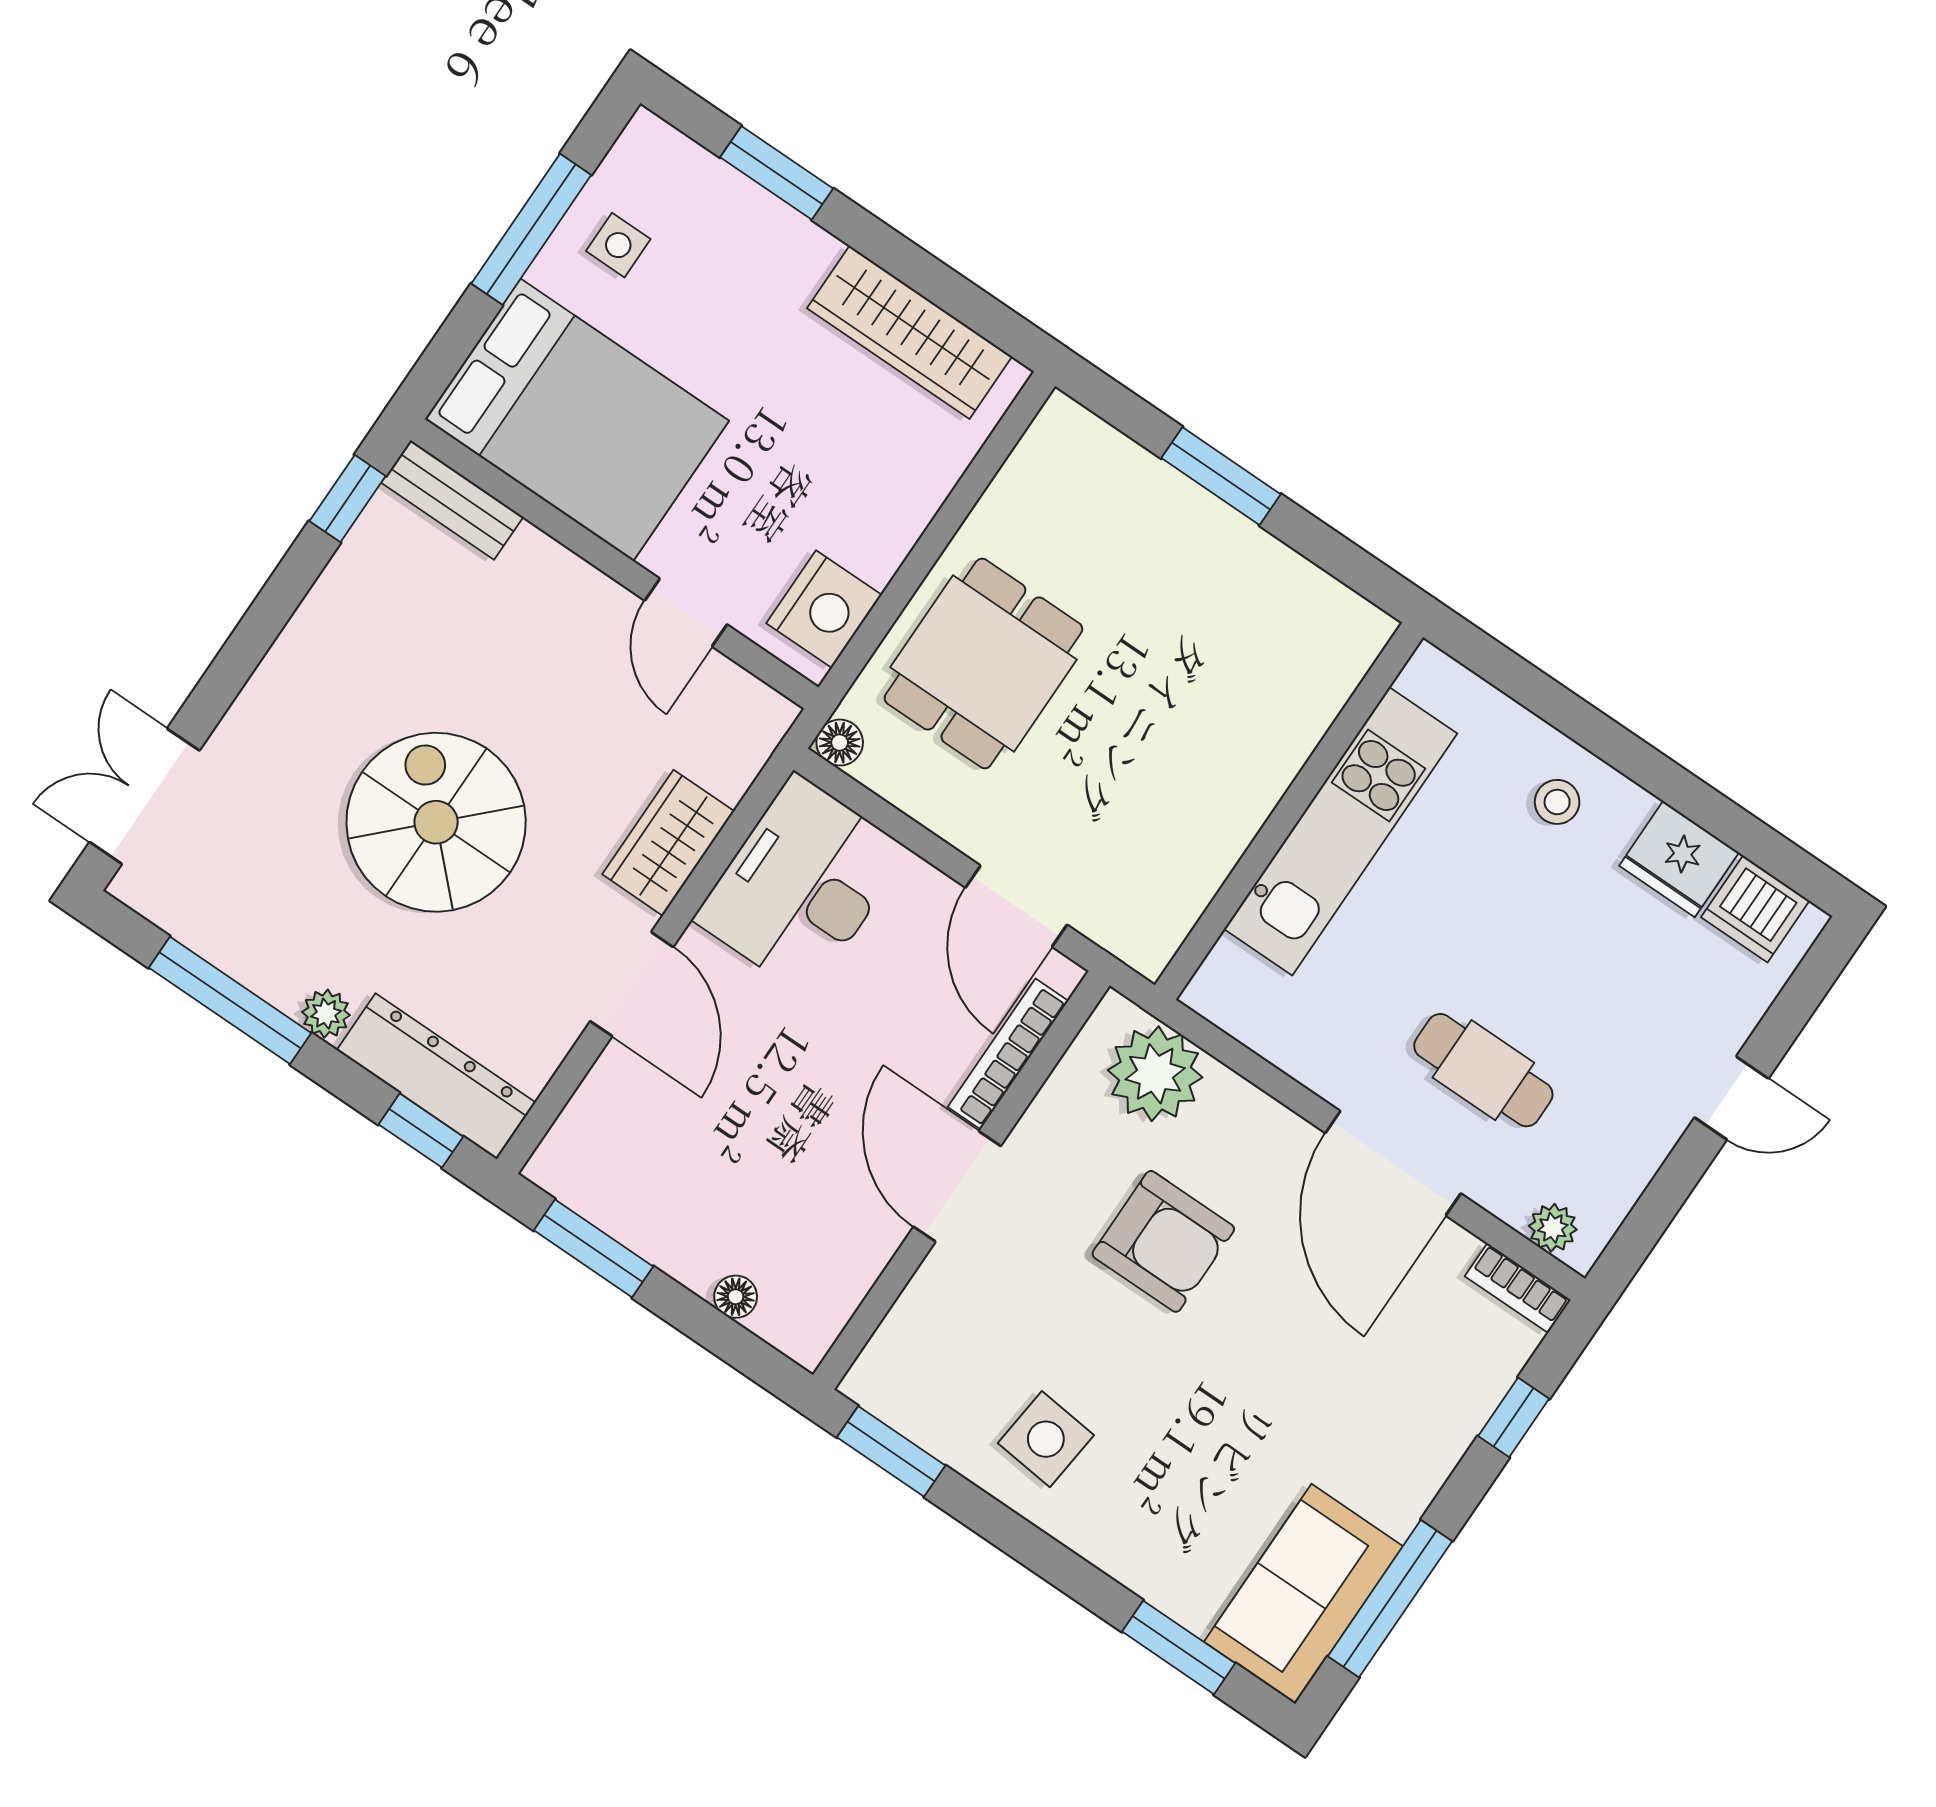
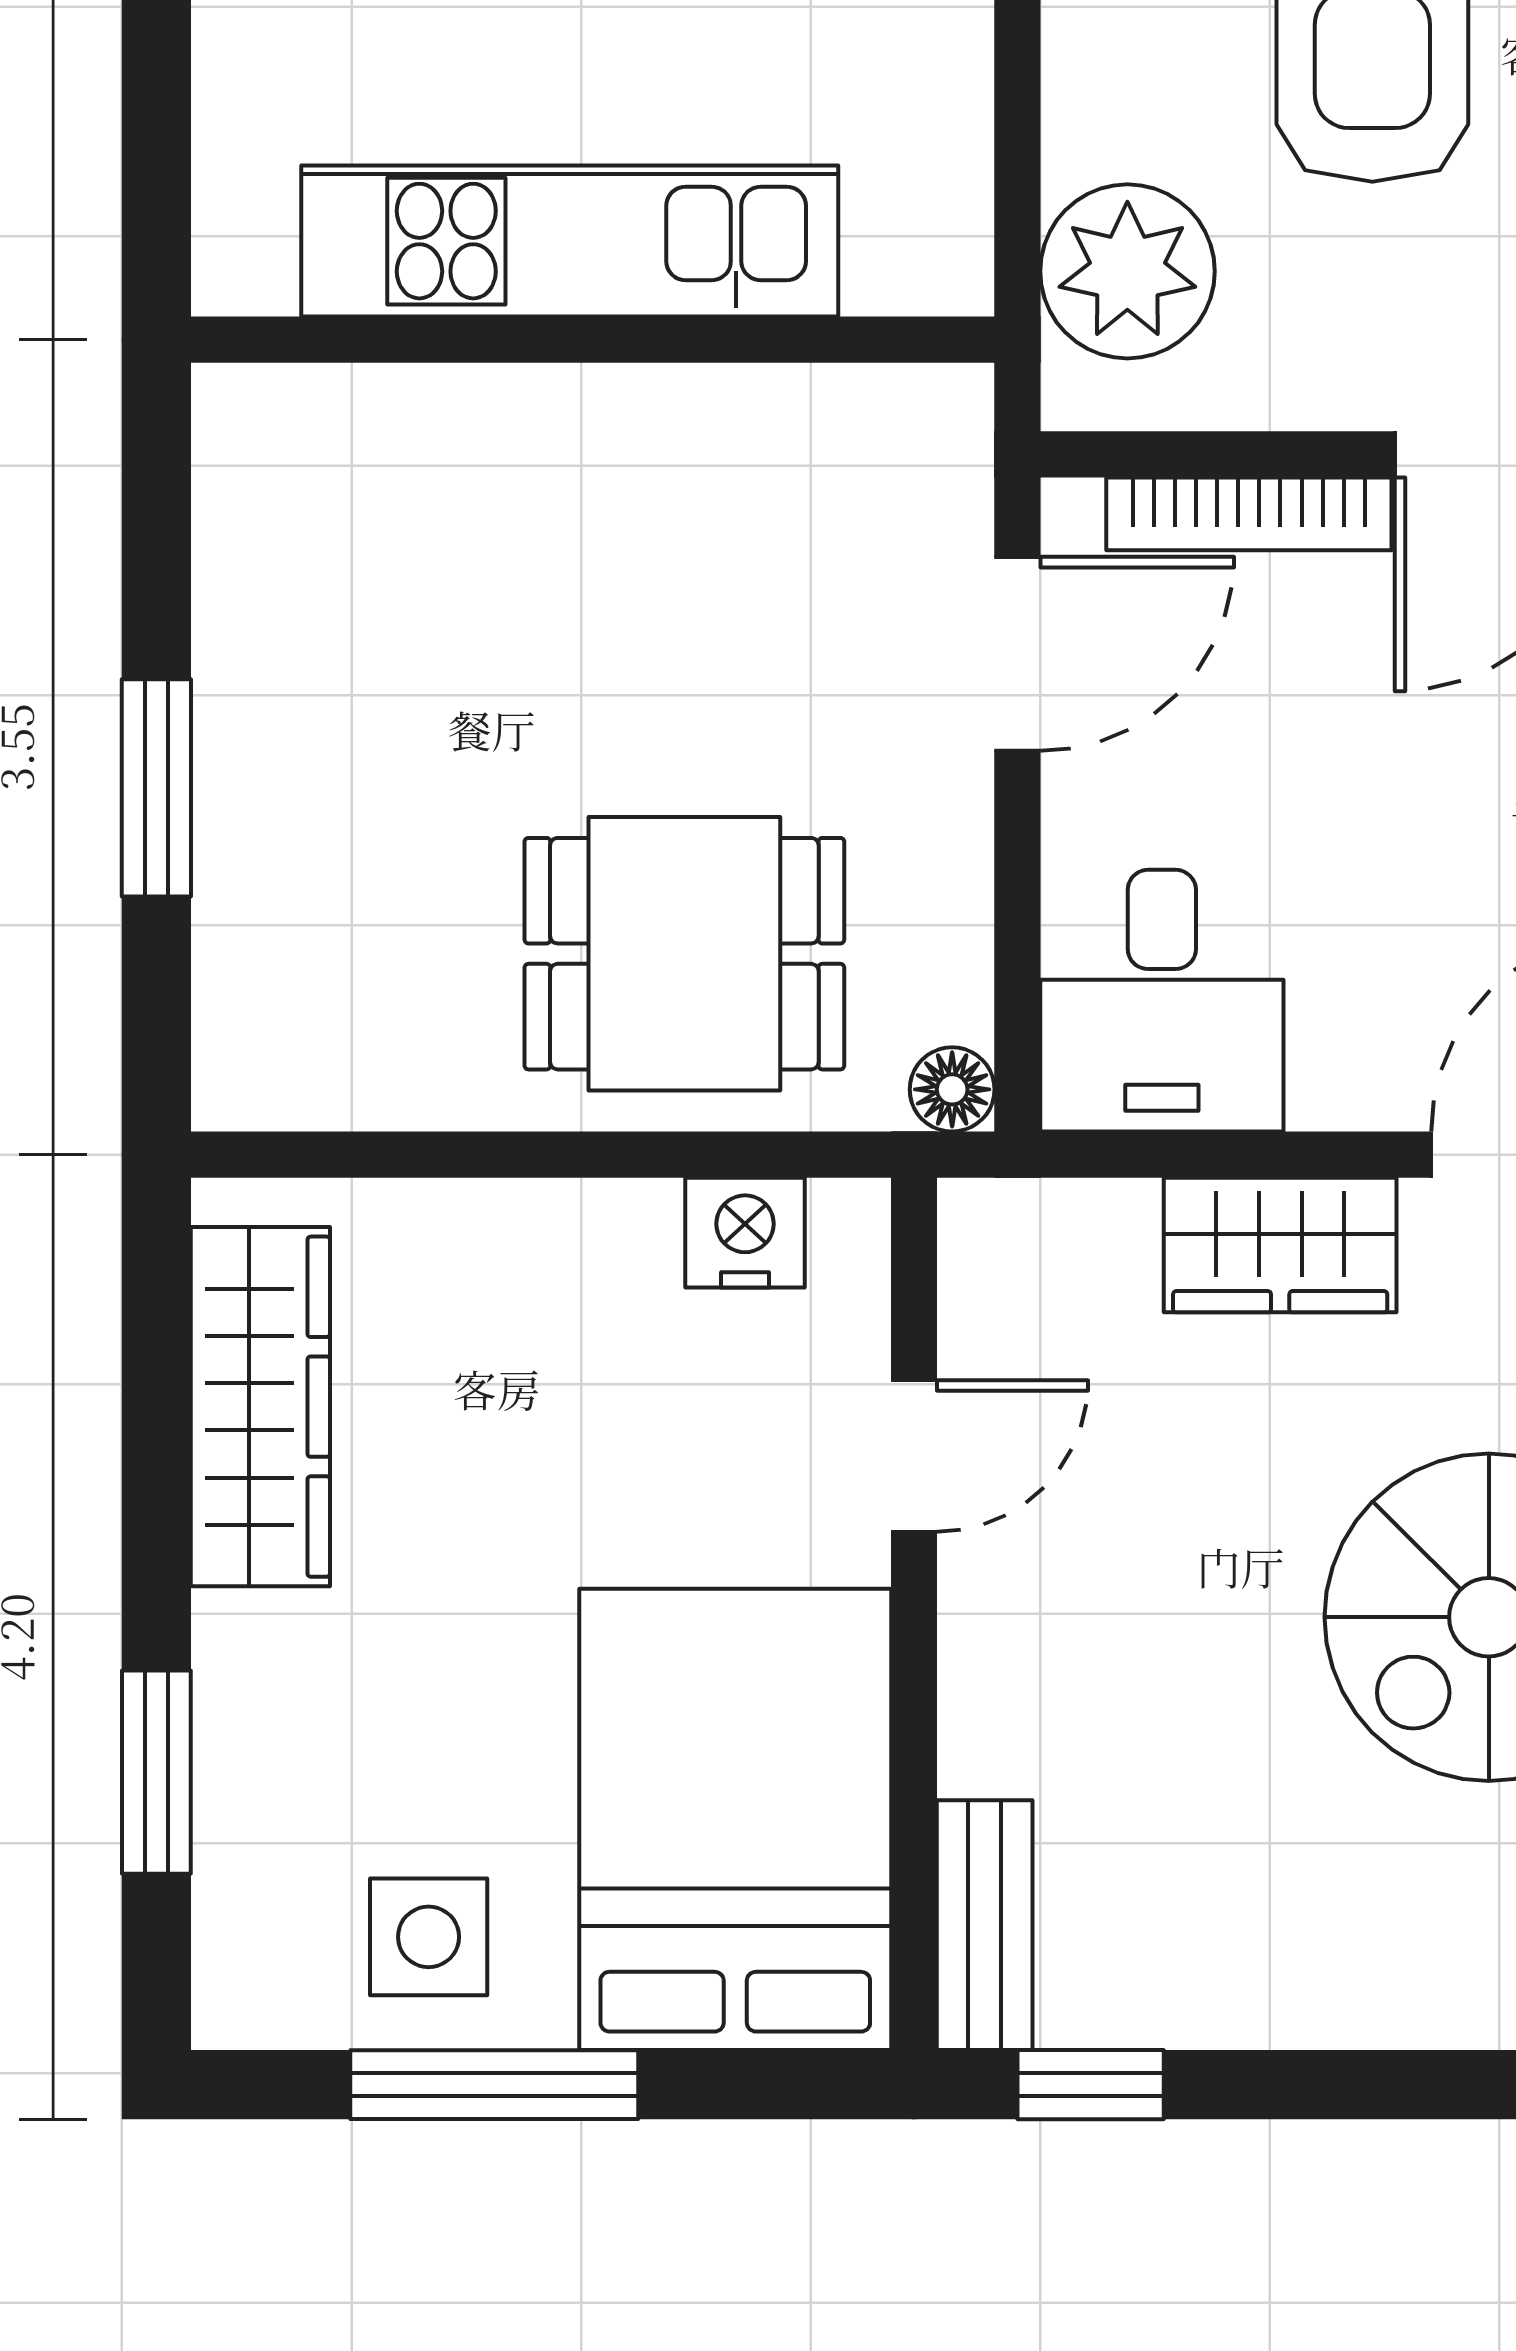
side table: (618, 245) -> (429, 1937), width x1.37, depth x1.37
nightstand: (824, 609) -> (745, 1233), width x0.74, depth x0.75
desk: (801, 885) -> (1162, 1001), width x0.73

